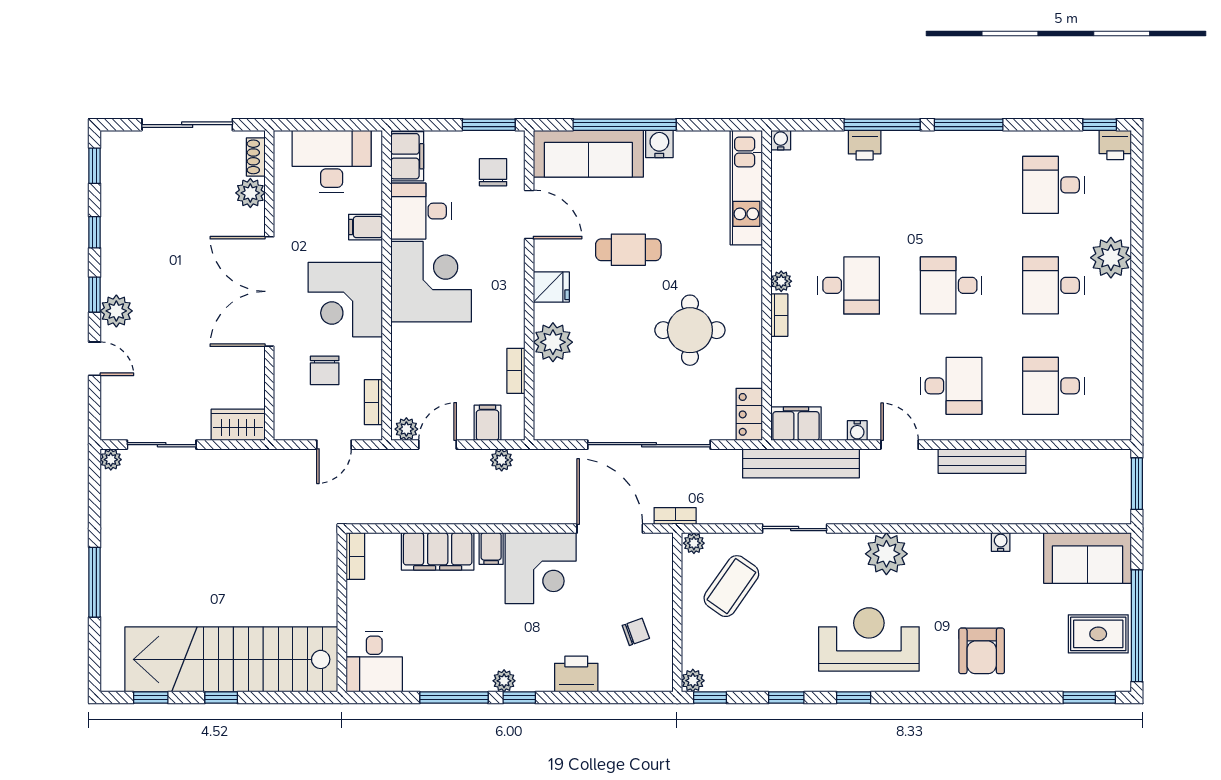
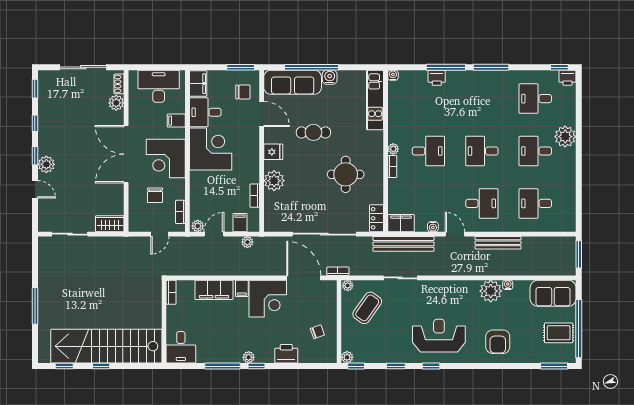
chair: (493, 172) -> (243, 92), turned 90
plant: (111, 460) -> (43, 242), removed
plant: (886, 554) -> (491, 291), moved

